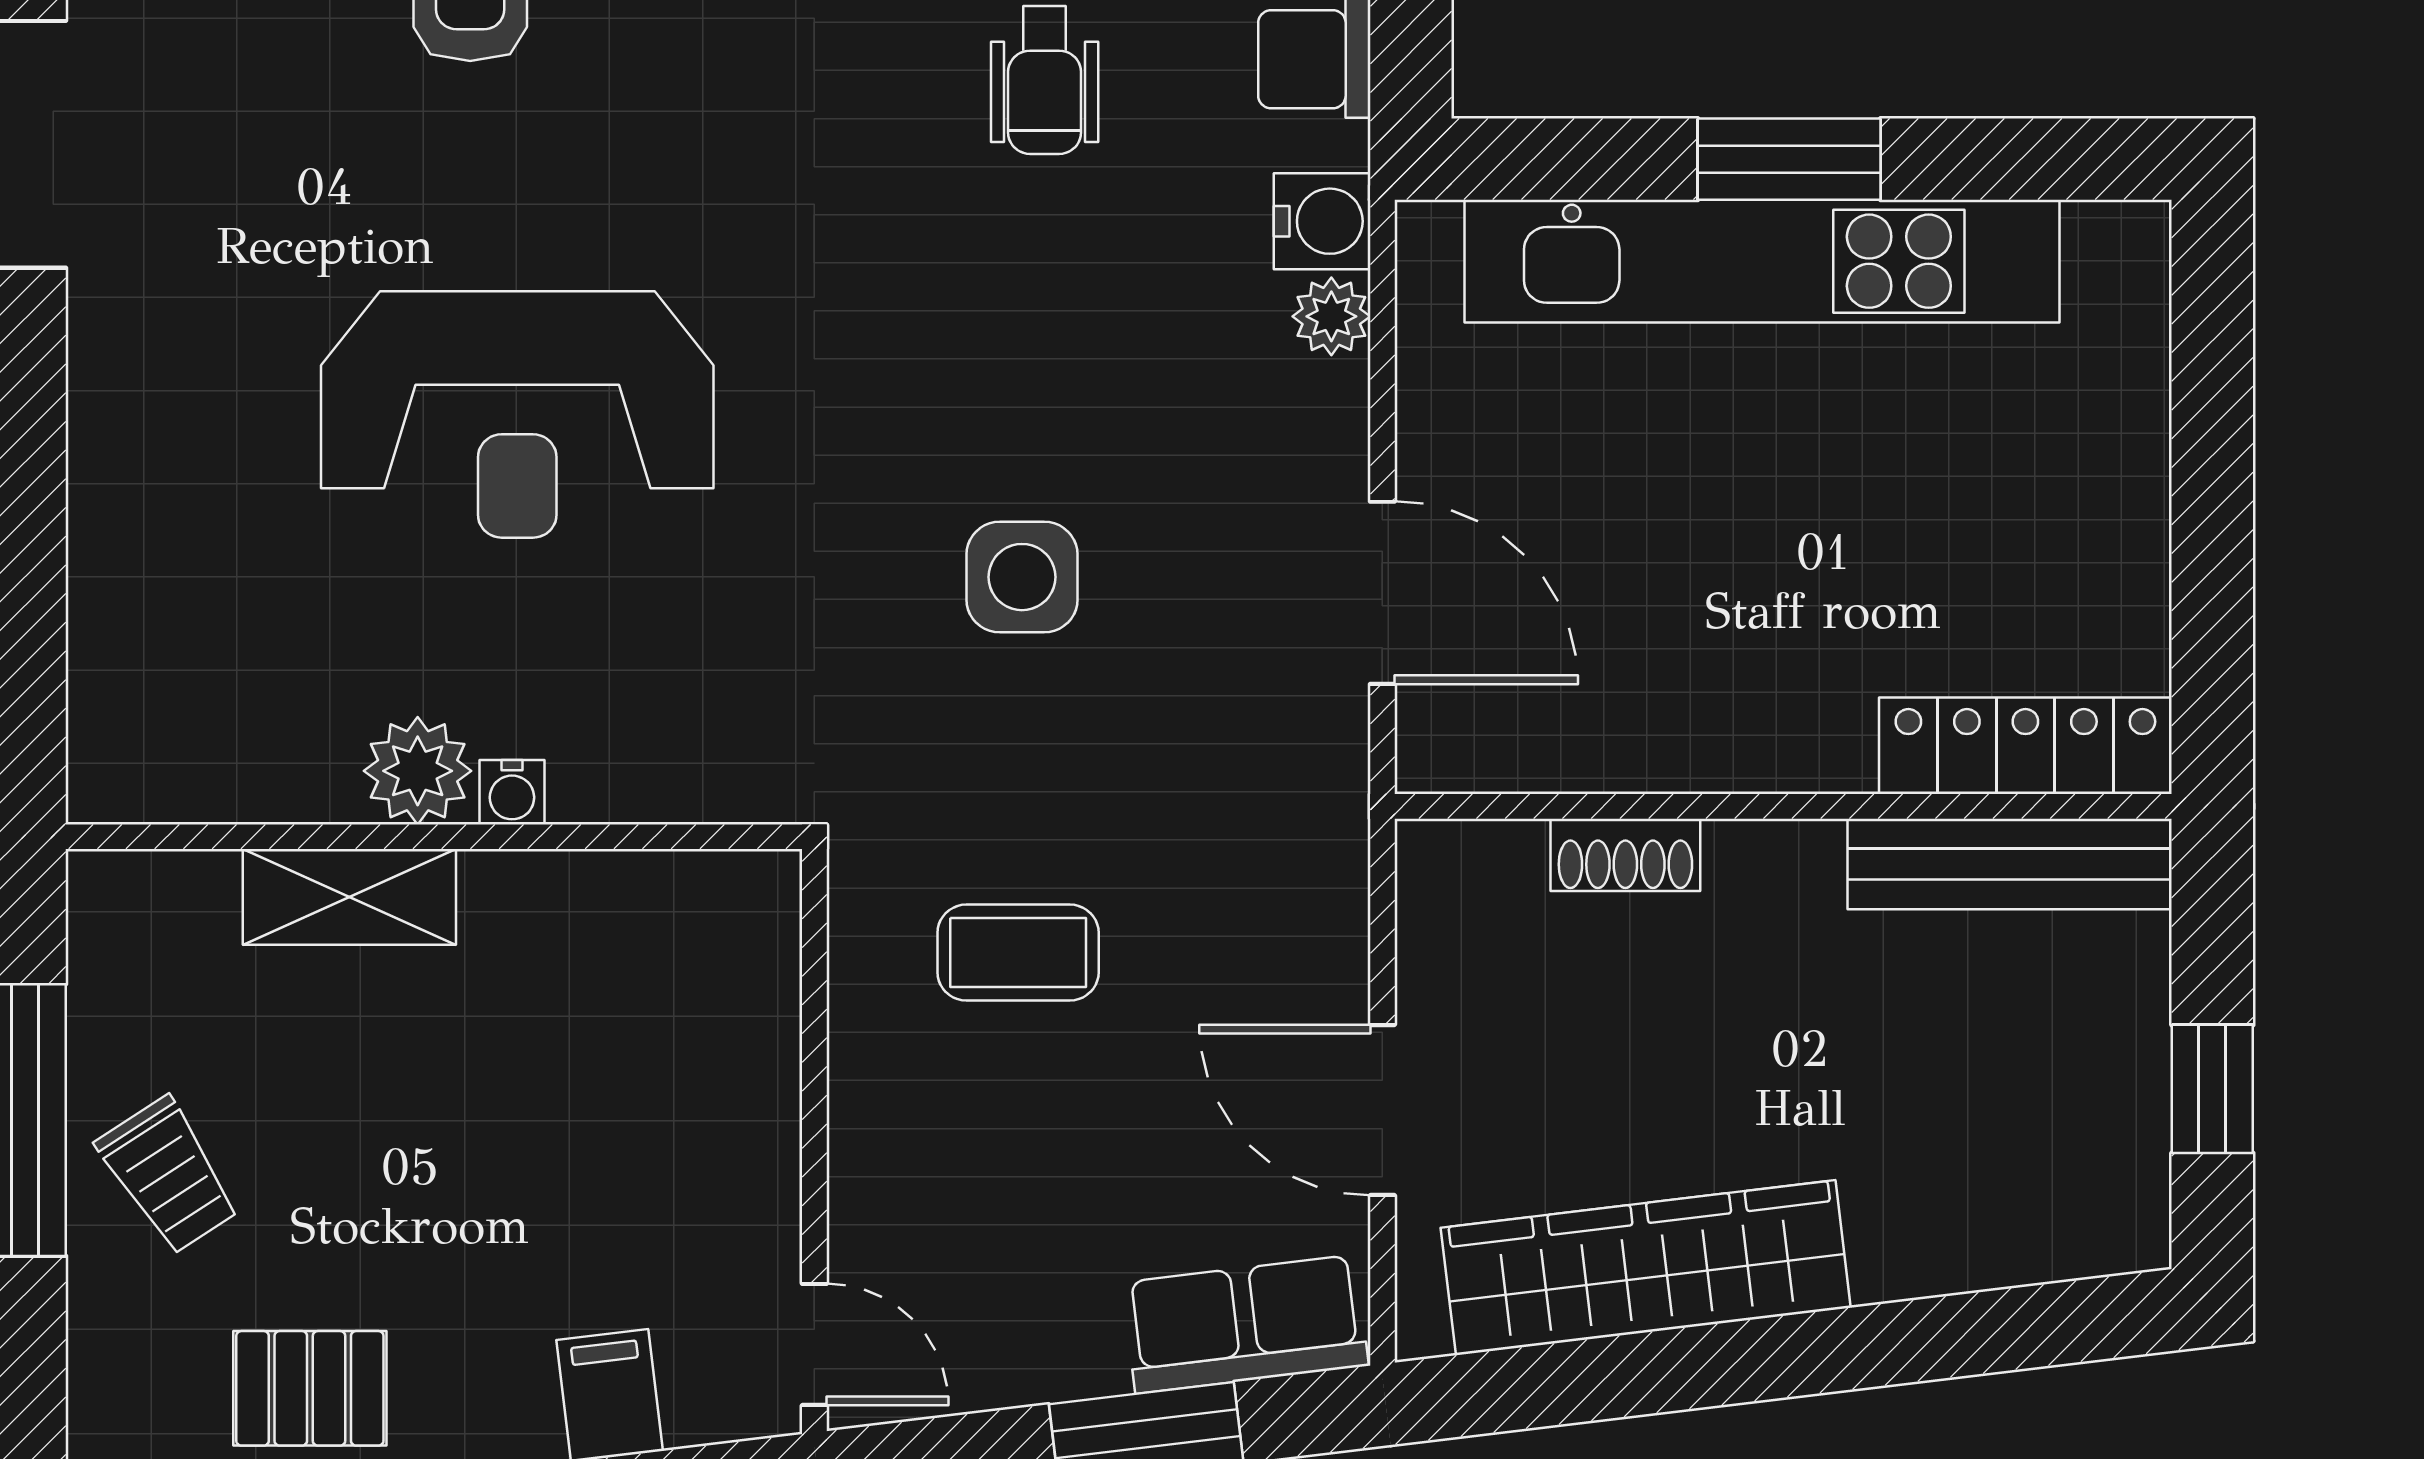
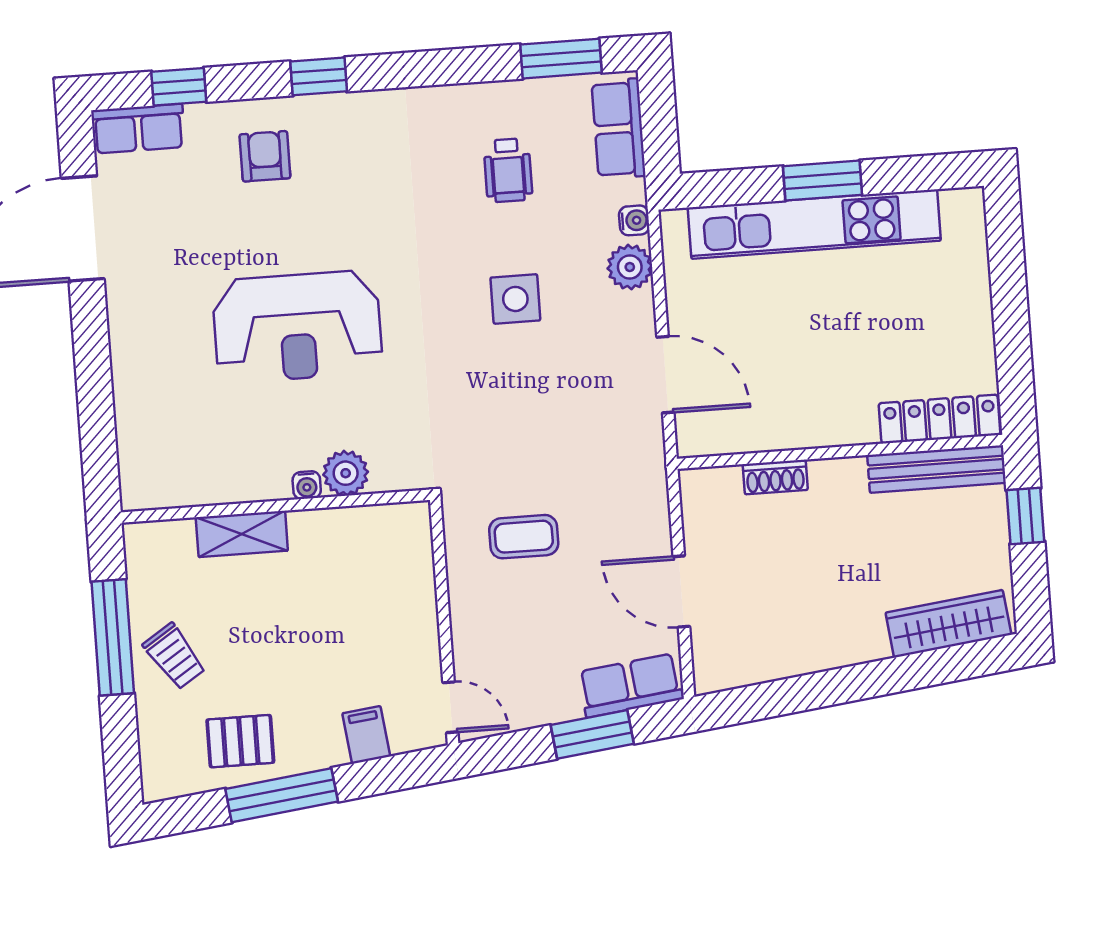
water cooler: (1322, 221) -> (634, 220), width x0.72, depth x0.72
plant: (1331, 316) -> (630, 267), width x1.38, depth x1.38
side table: (1022, 577) -> (515, 299), moved
plant: (418, 771) -> (346, 473), moved
window: (2212, 1089) -> (1025, 516), moved
wardrobe: (1646, 1268) -> (948, 624), moved, width x0.71, depth x0.85

